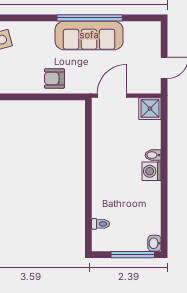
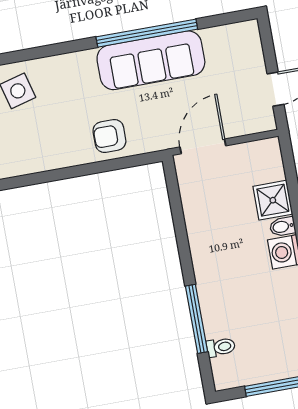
shower: (150, 109) -> (273, 200), moved
window: (88, 203) -> (196, 319), added

